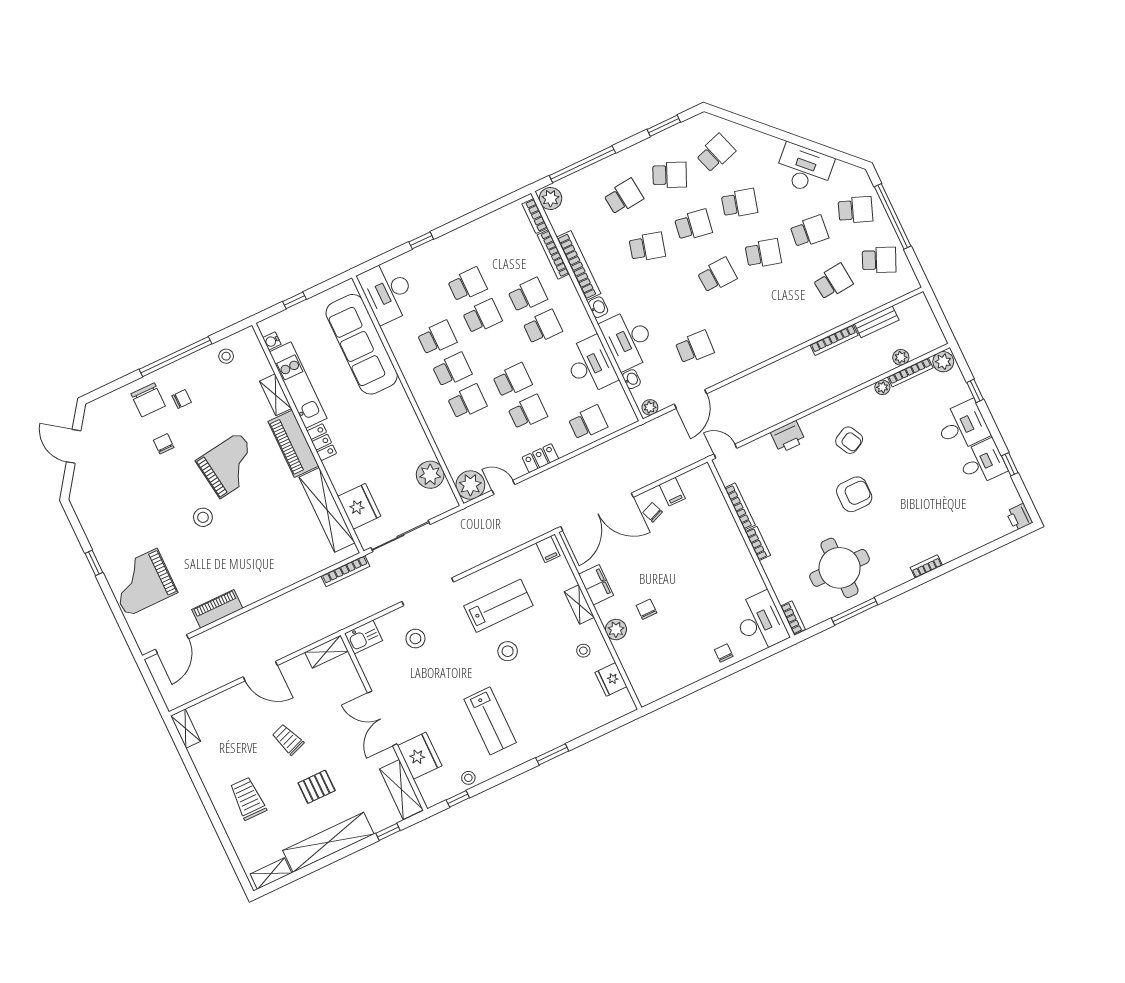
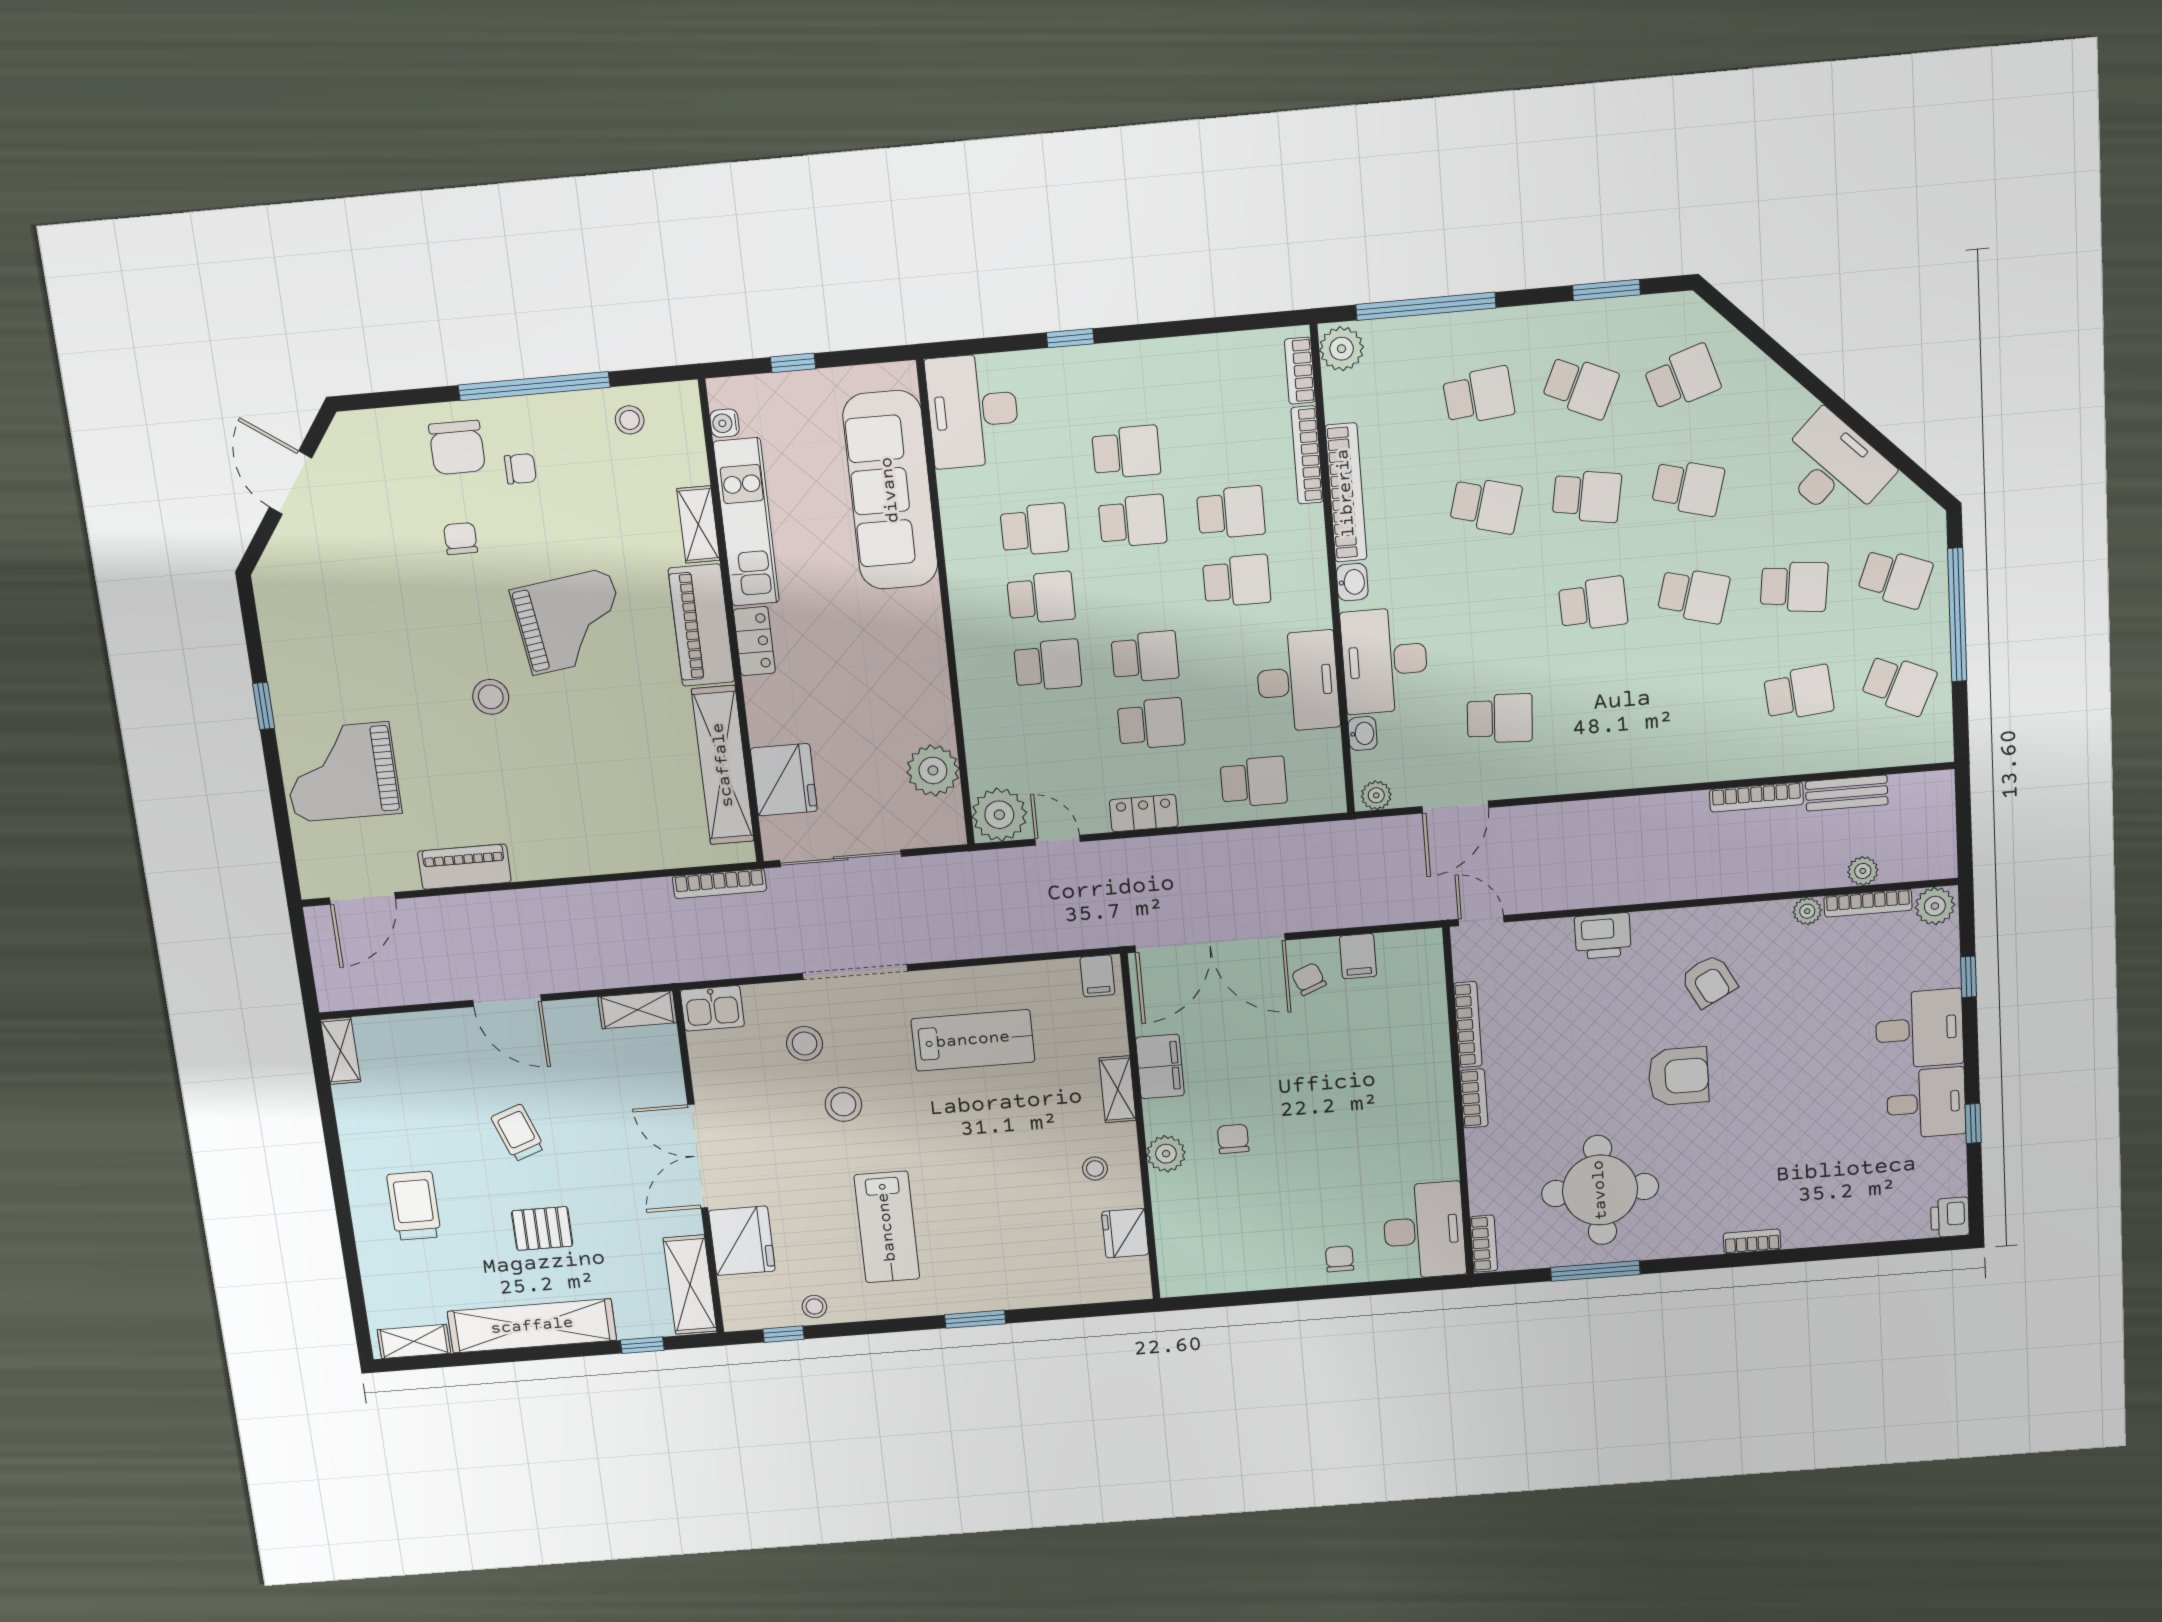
stool: (508, 651) -> (843, 1104), moved

